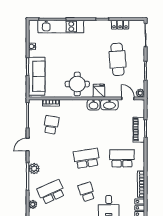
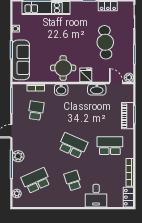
washbasin: (94, 105) -> (61, 90), moved
school desk: (87, 158) -> (73, 146), turned 33

